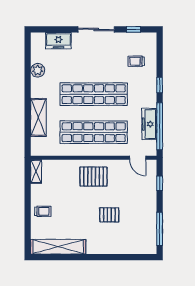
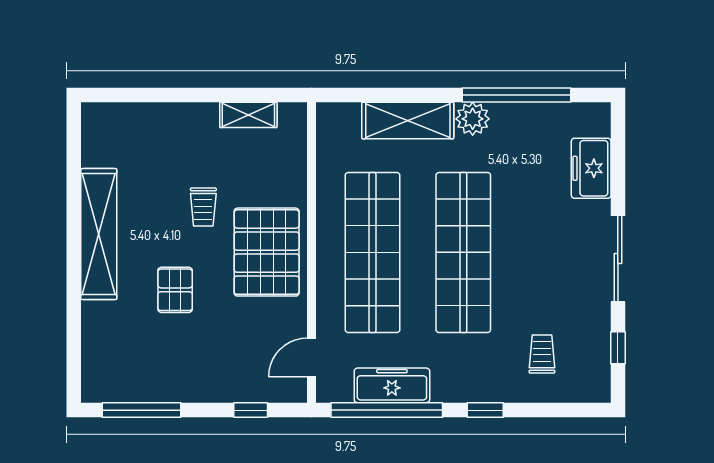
plant: (38, 70) -> (473, 119), moved
window: (28, 72) -> (517, 95), added
shelving: (36, 171) -> (248, 115), moved
pallet: (93, 177) -> (267, 252), width x1.37, depth x1.41
trolley: (43, 211) -> (203, 207), moved
shelving: (58, 247) -> (99, 234), moved

